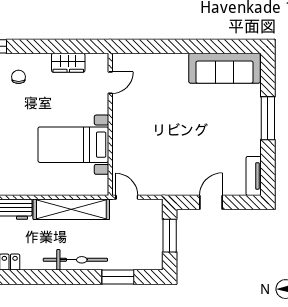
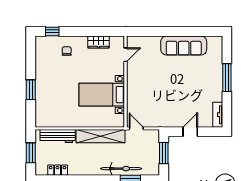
sofa: (224, 68) -> (184, 46), moved
bicycle: (75, 260) -> (121, 169), moved

